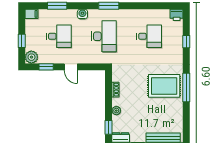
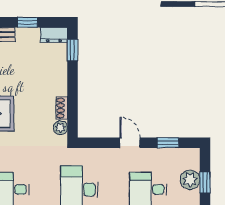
plant: (31, 57) -> (190, 180), moved
plant: (116, 111) -> (60, 128), moved

